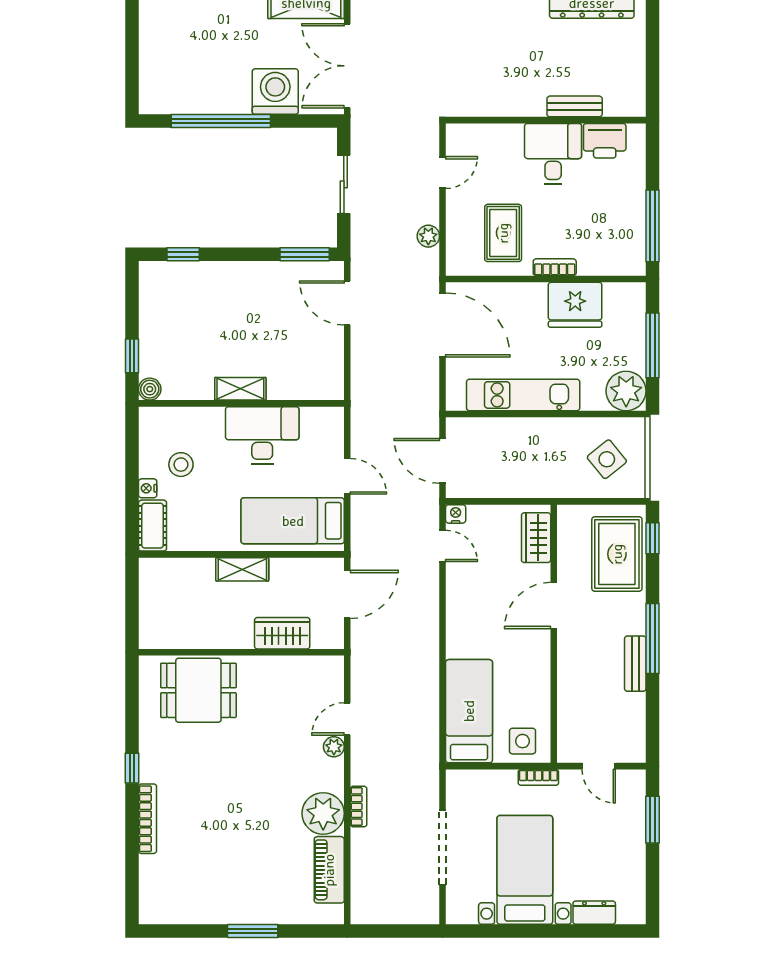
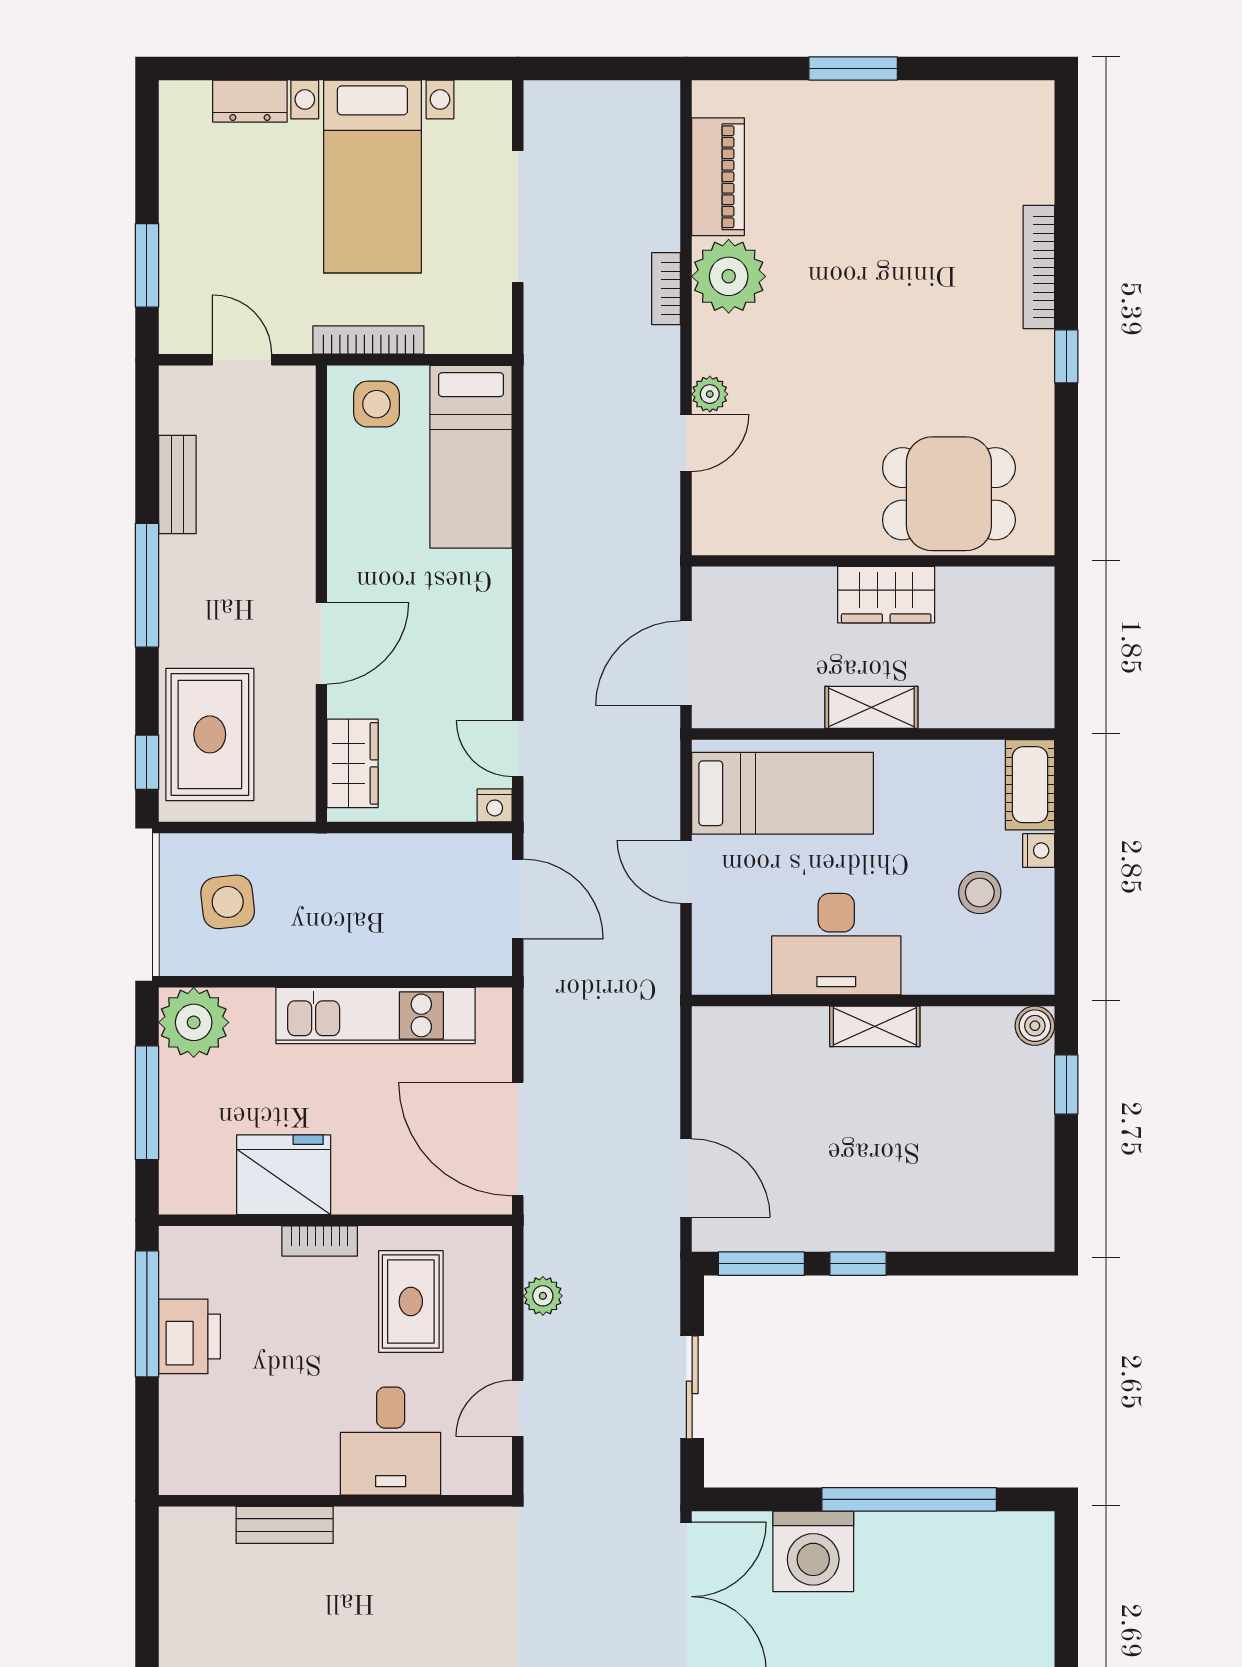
printer: (605, 141) -> (189, 1336), moved, turned 90
desk: (553, 154) -> (391, 1441), moved
window: (183, 254) -> (858, 1264), moved
side table: (607, 459) -> (228, 902), turned 33
wardrobe: (282, 633) -> (886, 595), moved
bench: (635, 664) -> (177, 485), moved
bookcase: (538, 777) -> (368, 340), width x1.56

